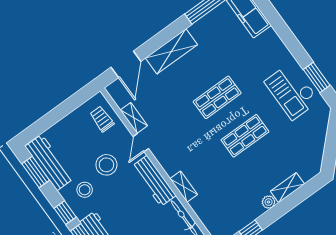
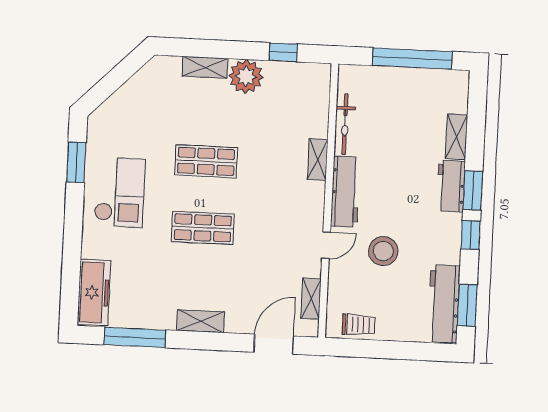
shelving: (171, 51) -> (201, 321), width x0.67, depth x0.75
checkout: (292, 91) -> (120, 192), moved
shelving: (134, 118) -> (311, 299), moved
trolley: (102, 119) -> (359, 325), moved, turned -90
stool: (85, 190) -> (429, 243), removed
plant: (269, 202) -> (246, 76), width x1.87, depth x1.87

